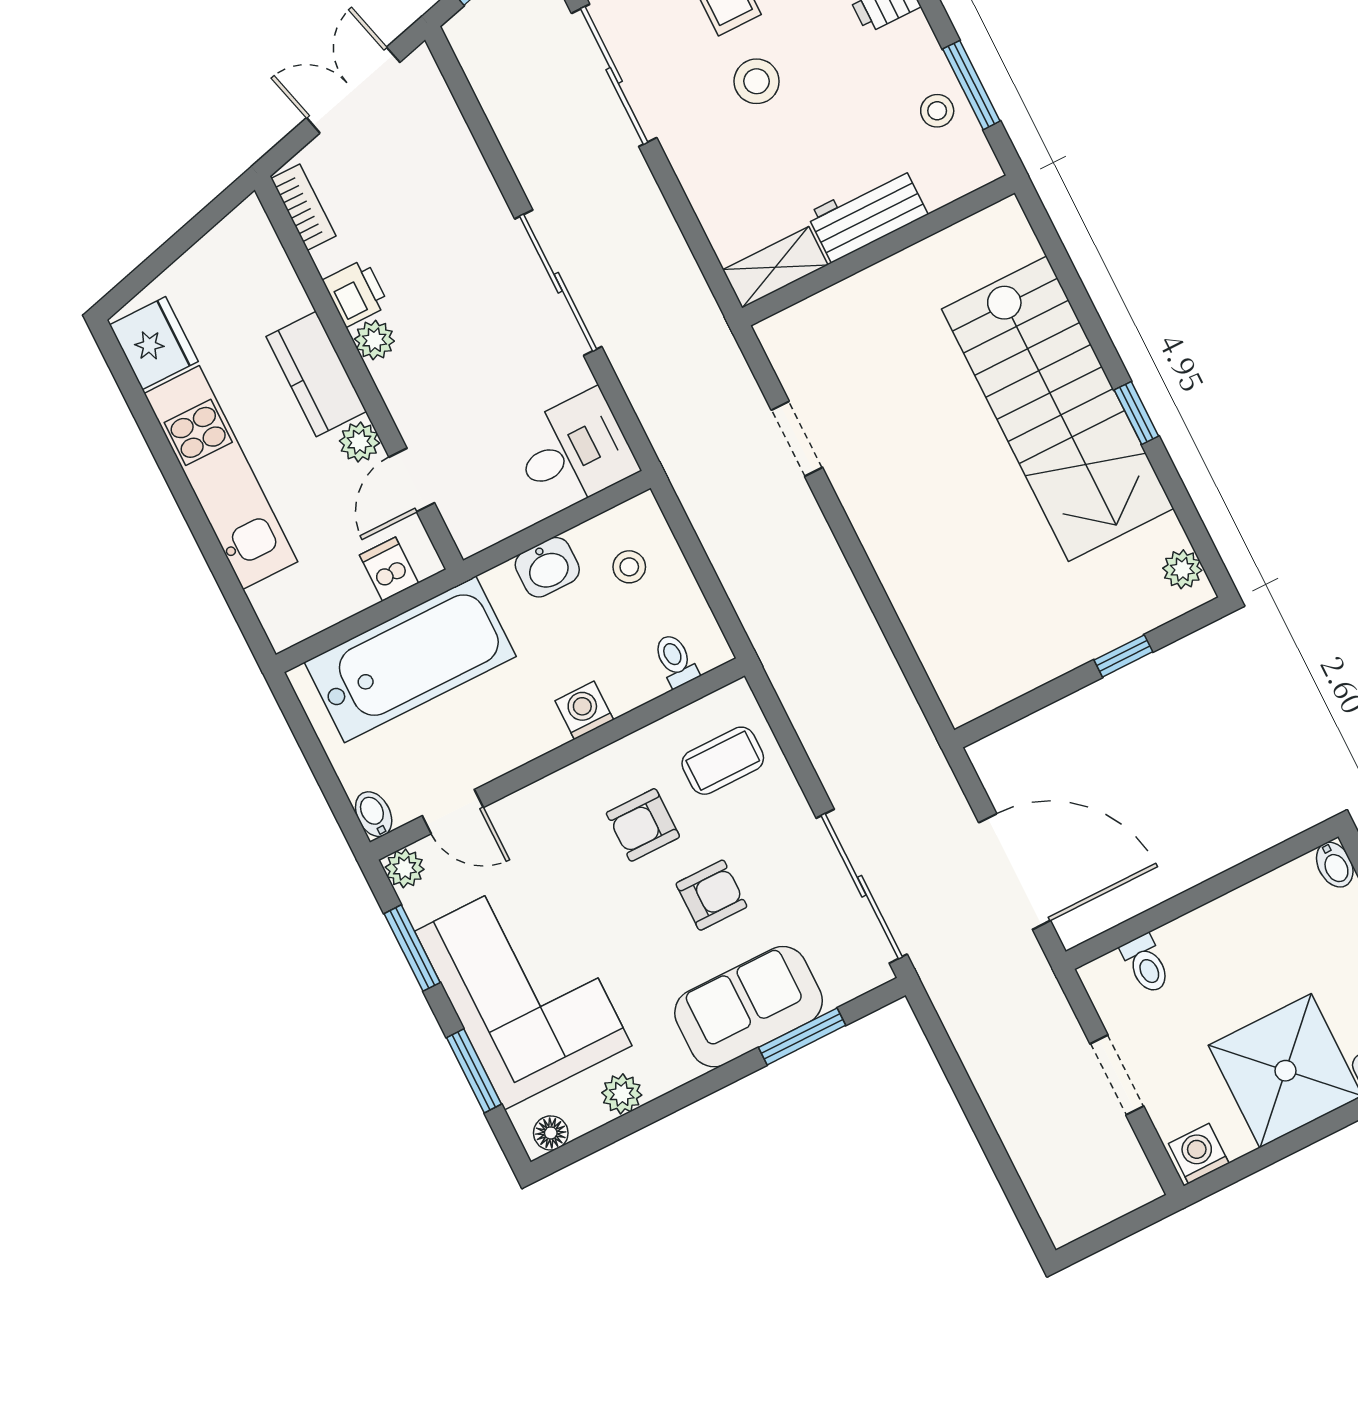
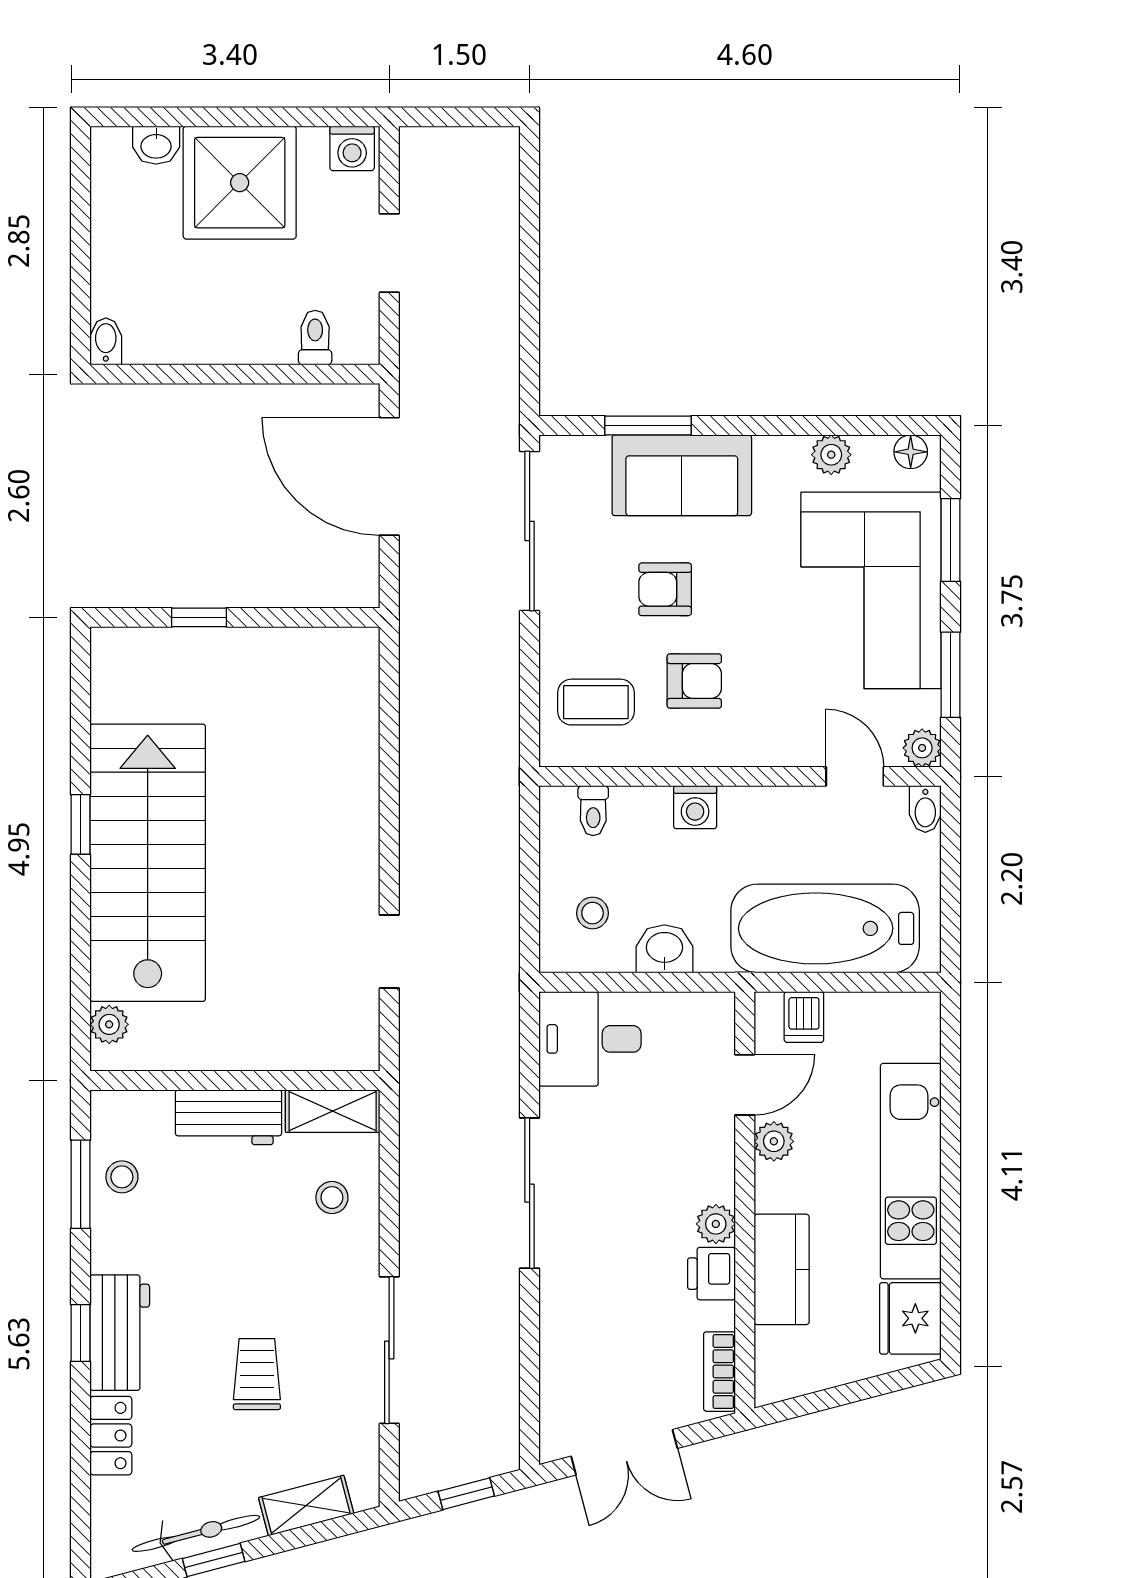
stool: (757, 81) -> (332, 1198), moved, width x0.73, depth x0.73
kitchen counter: (316, 374) -> (782, 1269), moved
plant: (1182, 569) -> (109, 1024), moved

